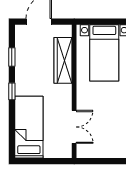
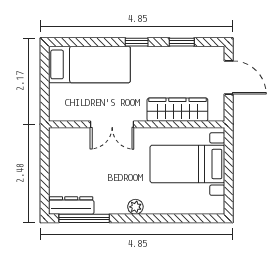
double door: (74, 127) -> (112, 124), moved

